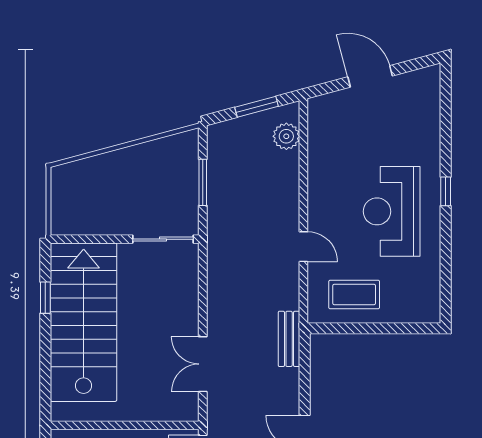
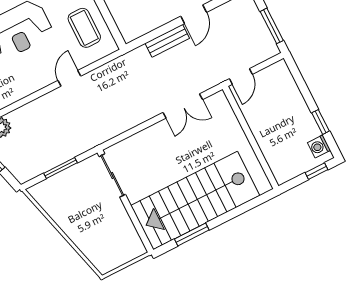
window: (45, 298) -> (192, 234), width x1.50
bench: (289, 339) -> (167, 41), moved

